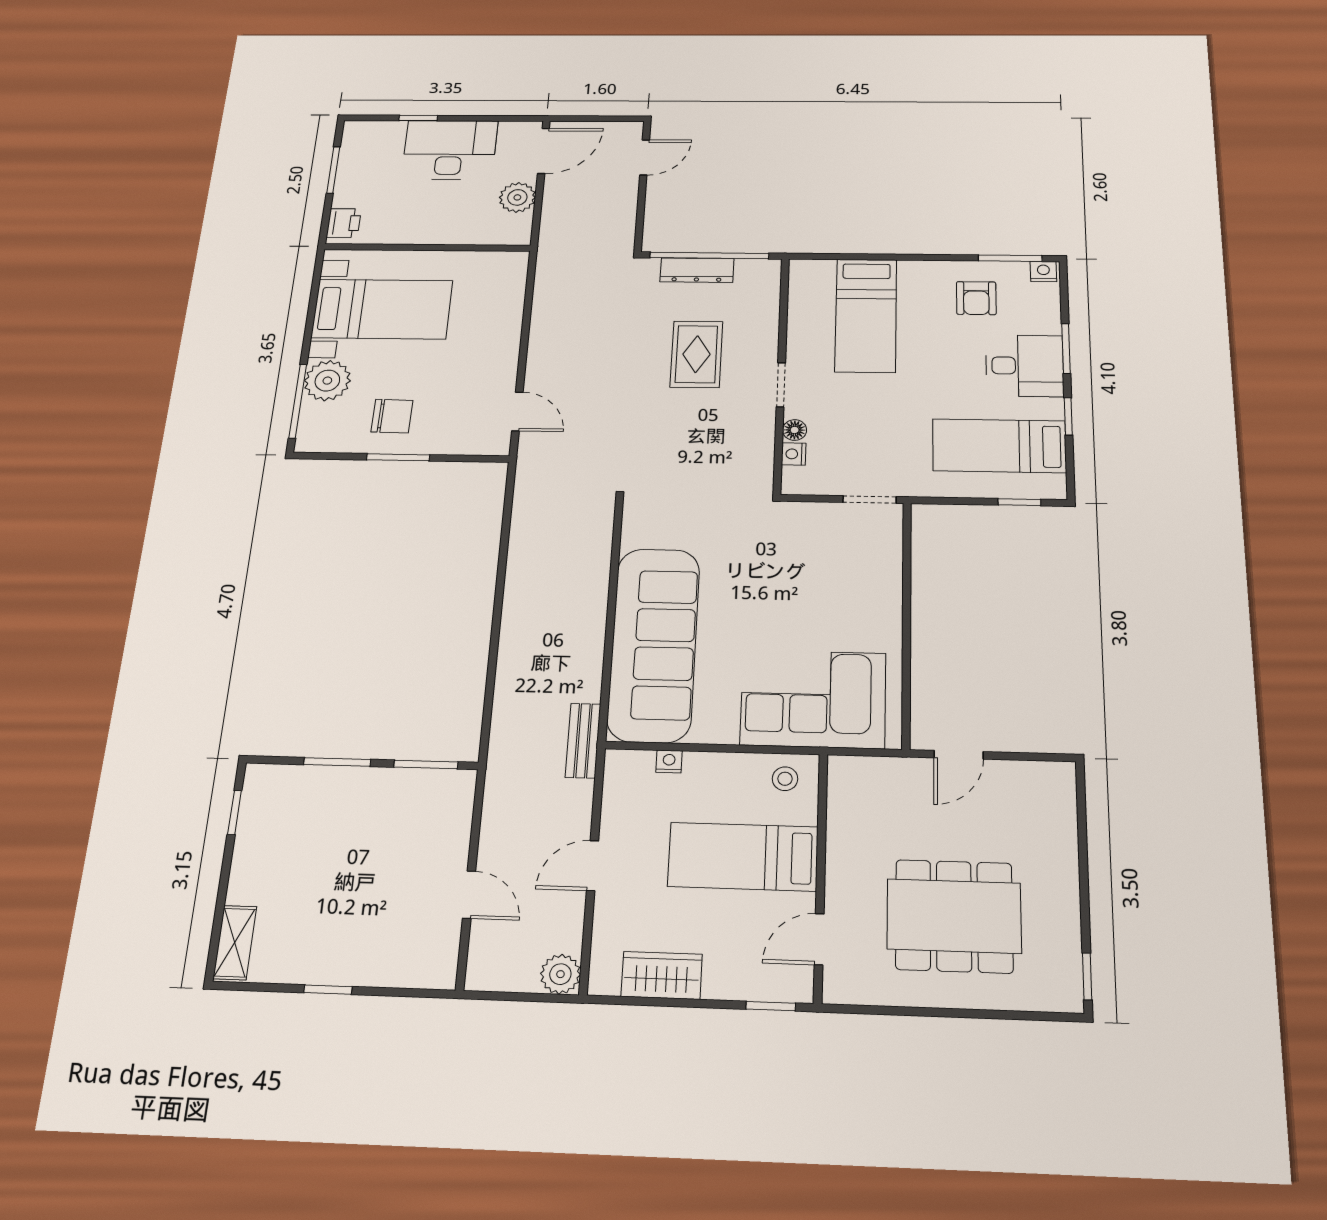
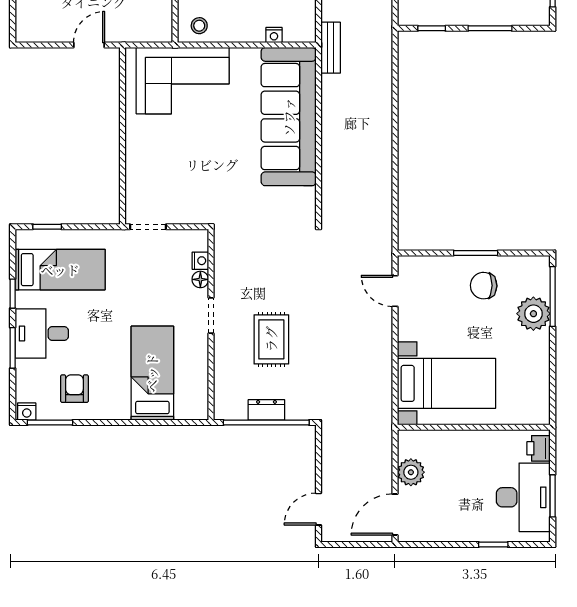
desk: (450, 150) -> (523, 497), moved, turned -90
dresser: (697, 270) -> (266, 410), width x0.70
bed with nightstands: (382, 309) -> (446, 383), moved, turned 180
window: (426, 764) -> (432, 28), width x0.67

